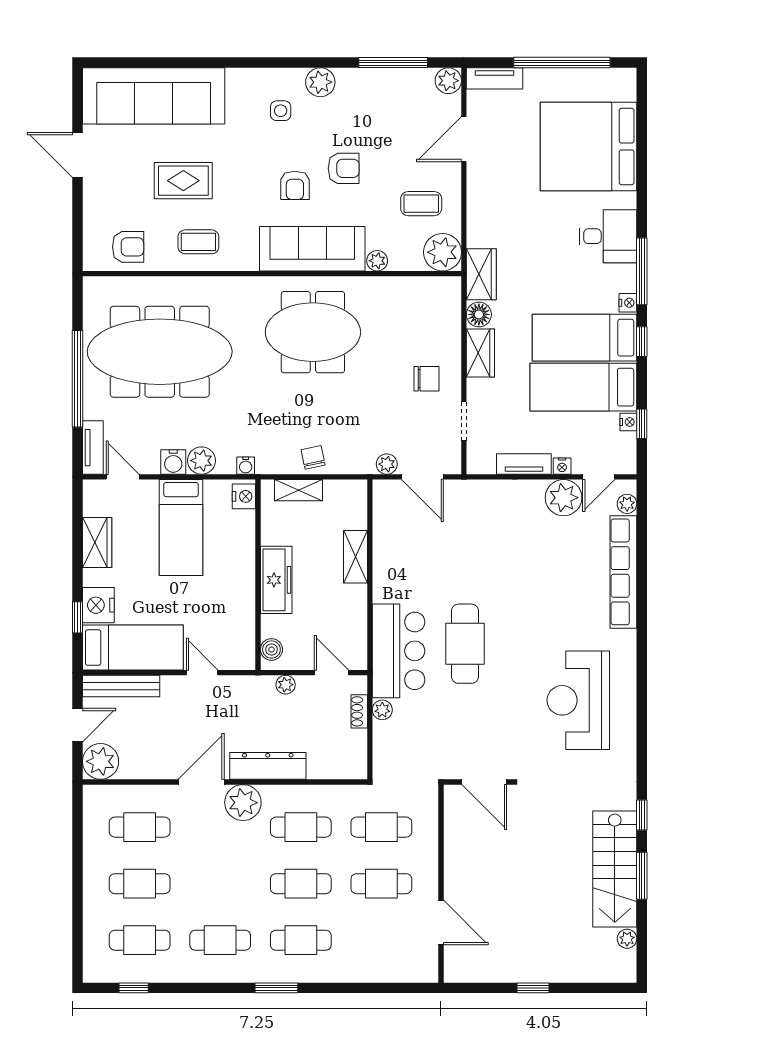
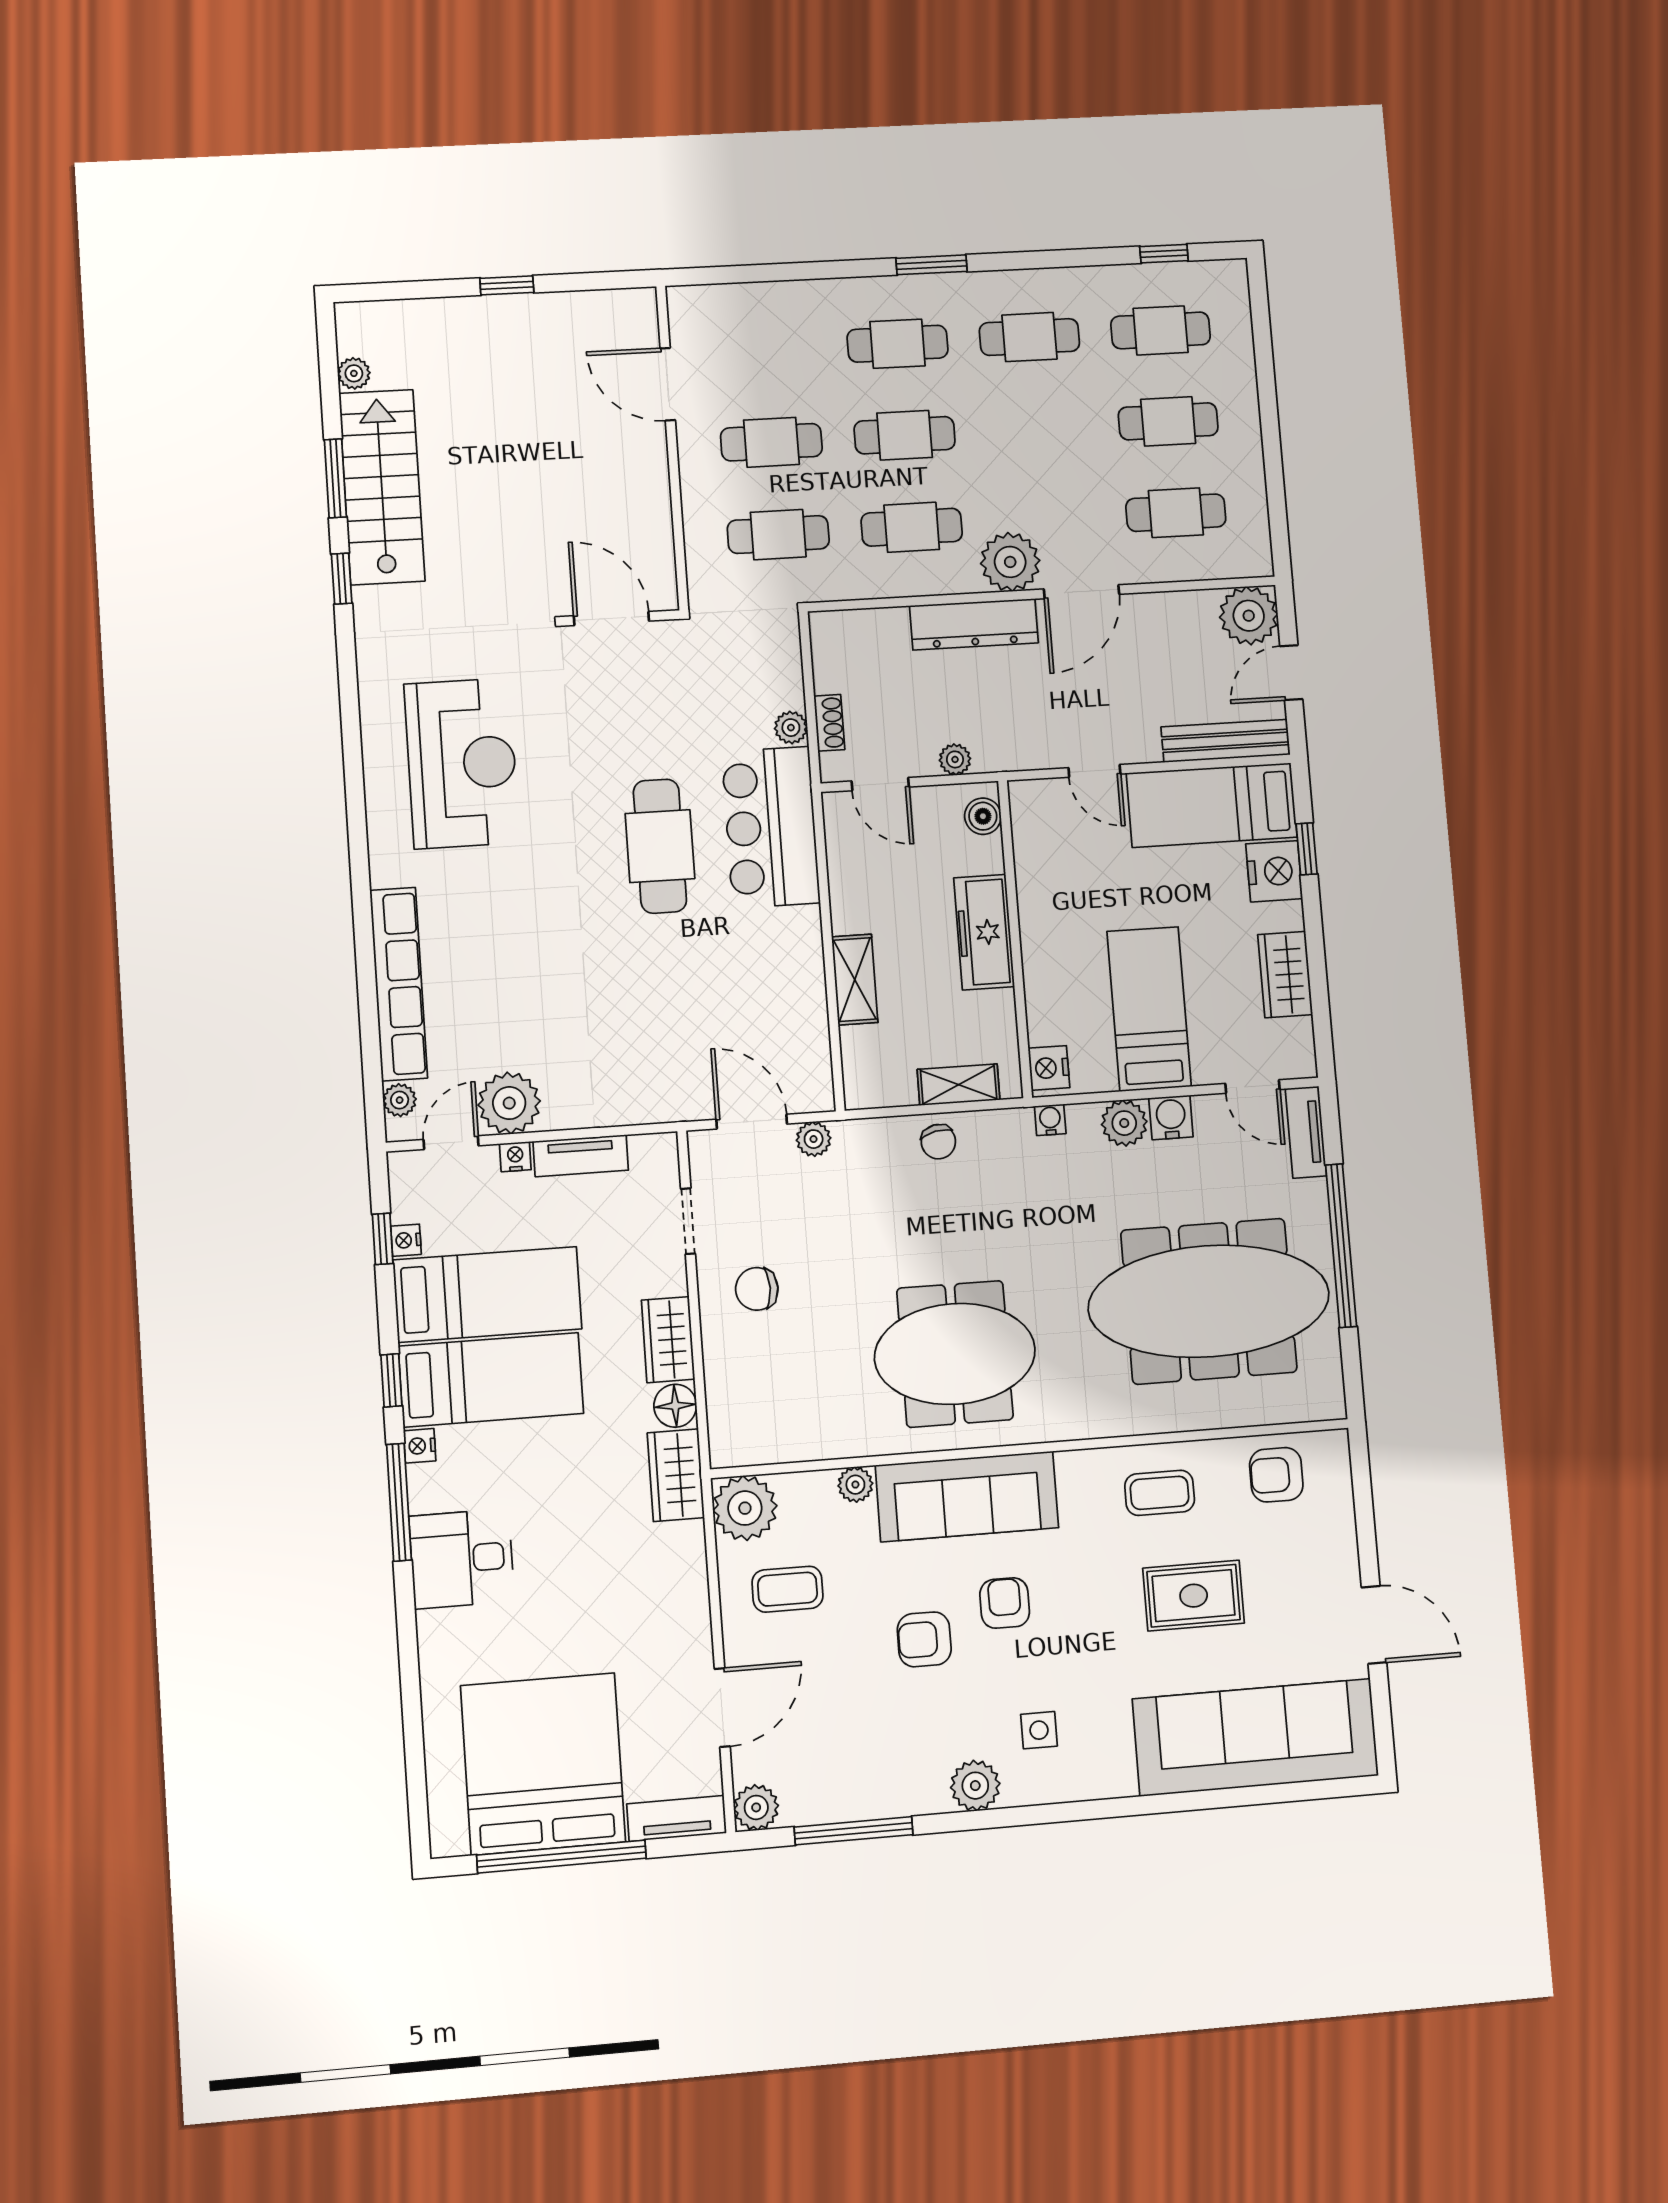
bed: (589, 146) -> (543, 1764), moved, turned -90

